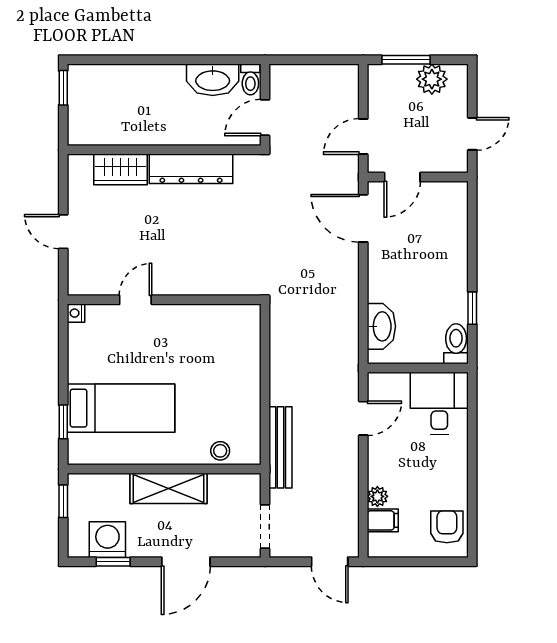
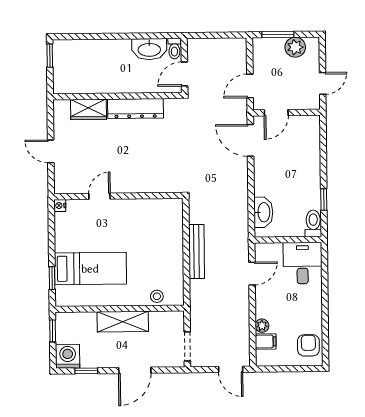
bench: (281, 447) -> (197, 251), moved
washing machine: (107, 540) -> (68, 356), moved

